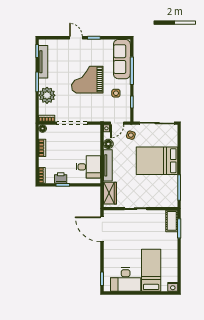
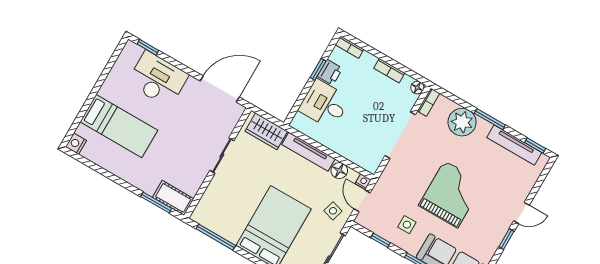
desk: (88, 167) -> (324, 104), moved, turned 90
desk: (126, 280) -> (158, 79), moved, turned 90

